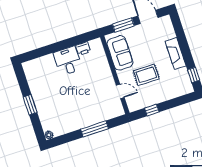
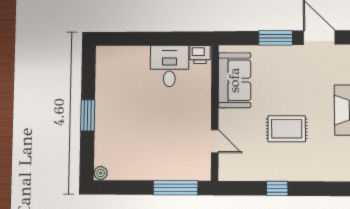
sofa: (120, 53) -> (234, 80), moved
wall: (115, 75) -> (215, 112), moved
door: (120, 91) -> (215, 141), moved

